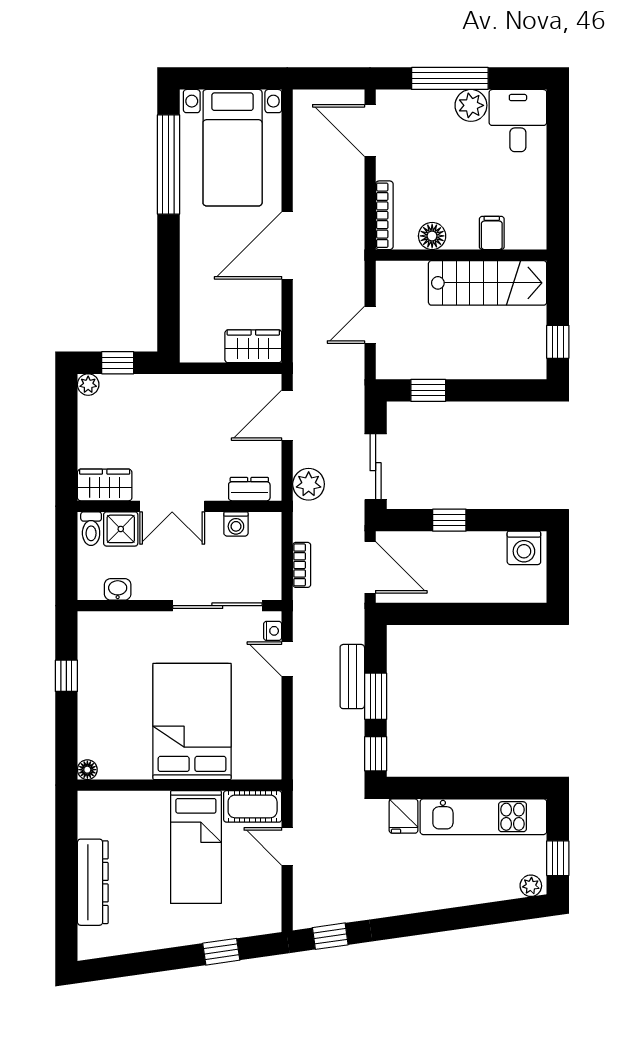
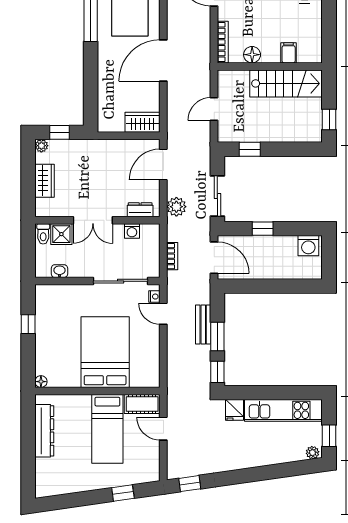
wardrobe: (105, 485) -> (45, 181), moved, turned 90
dresser: (93, 882) -> (44, 431), moved

